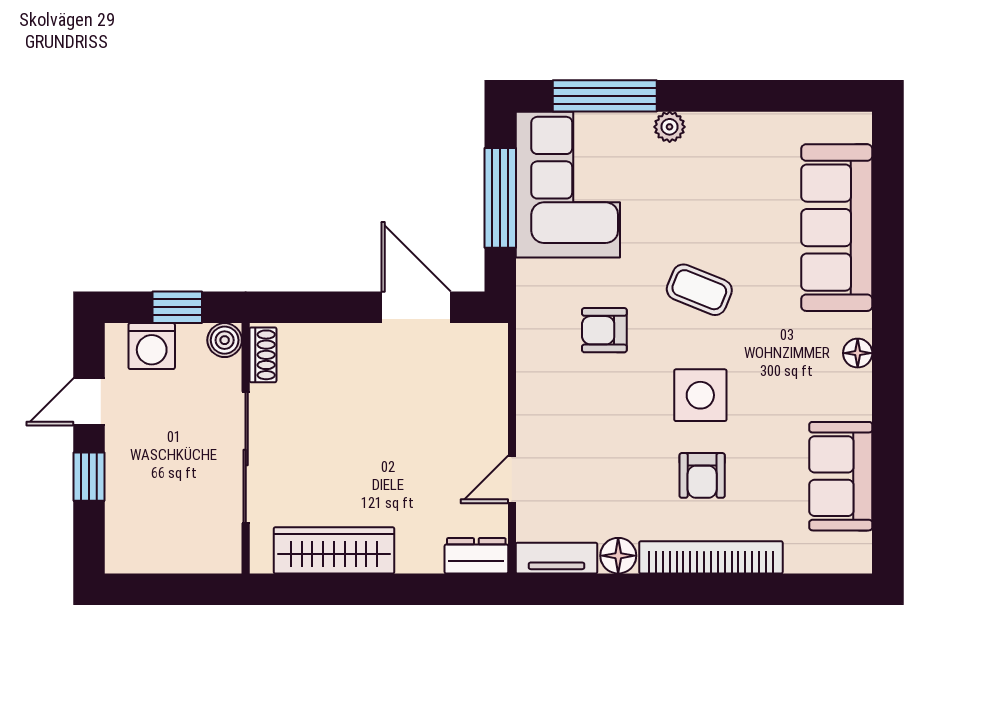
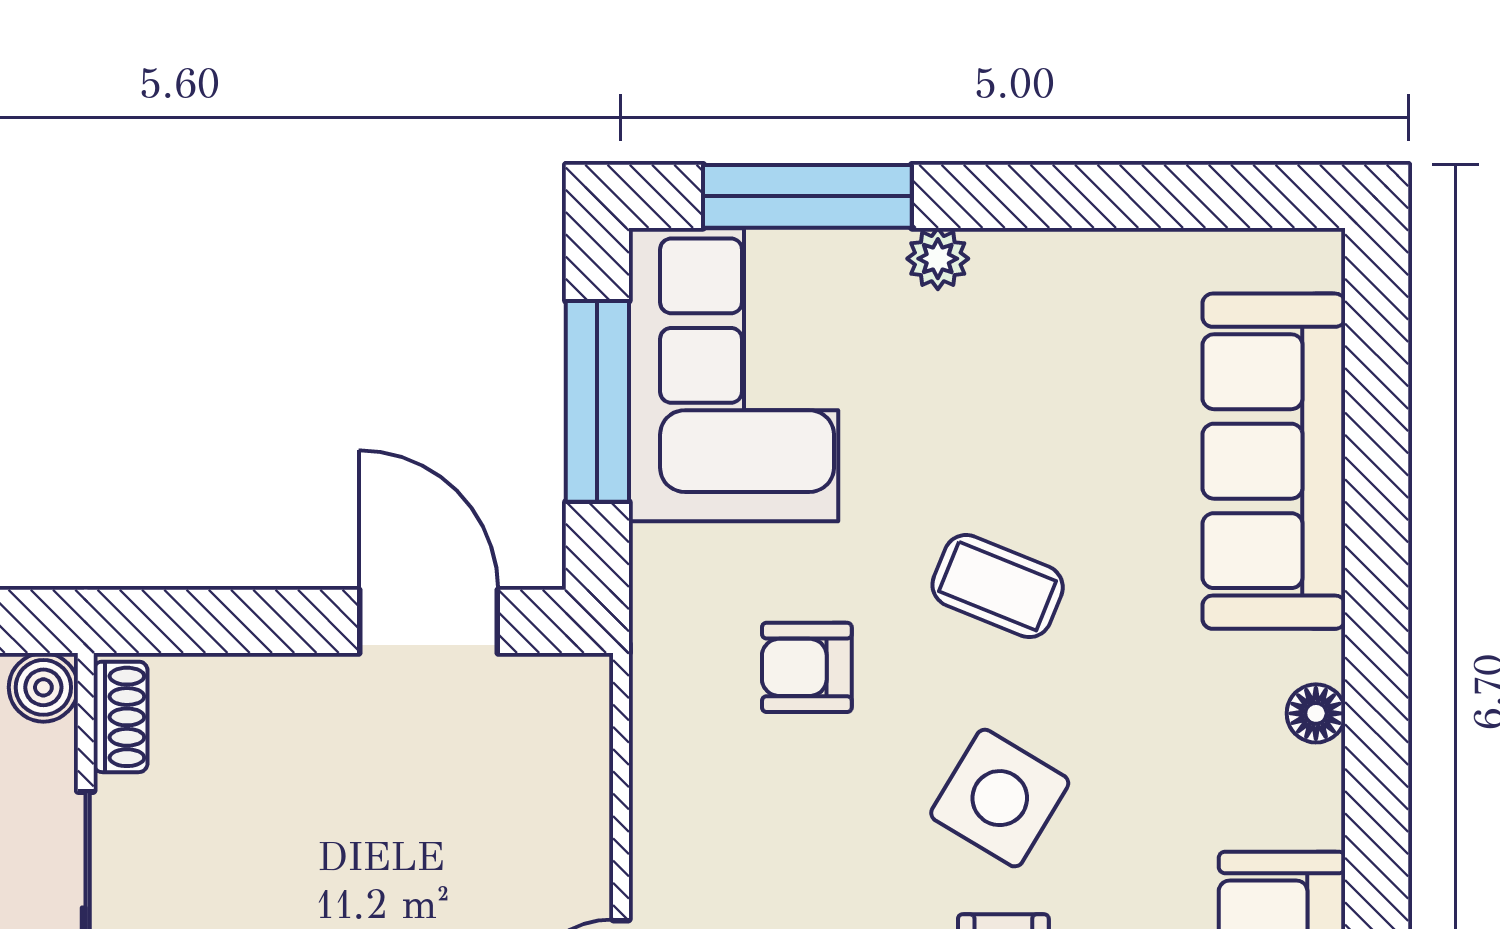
side table: (700, 395) -> (1000, 798), turned 31

